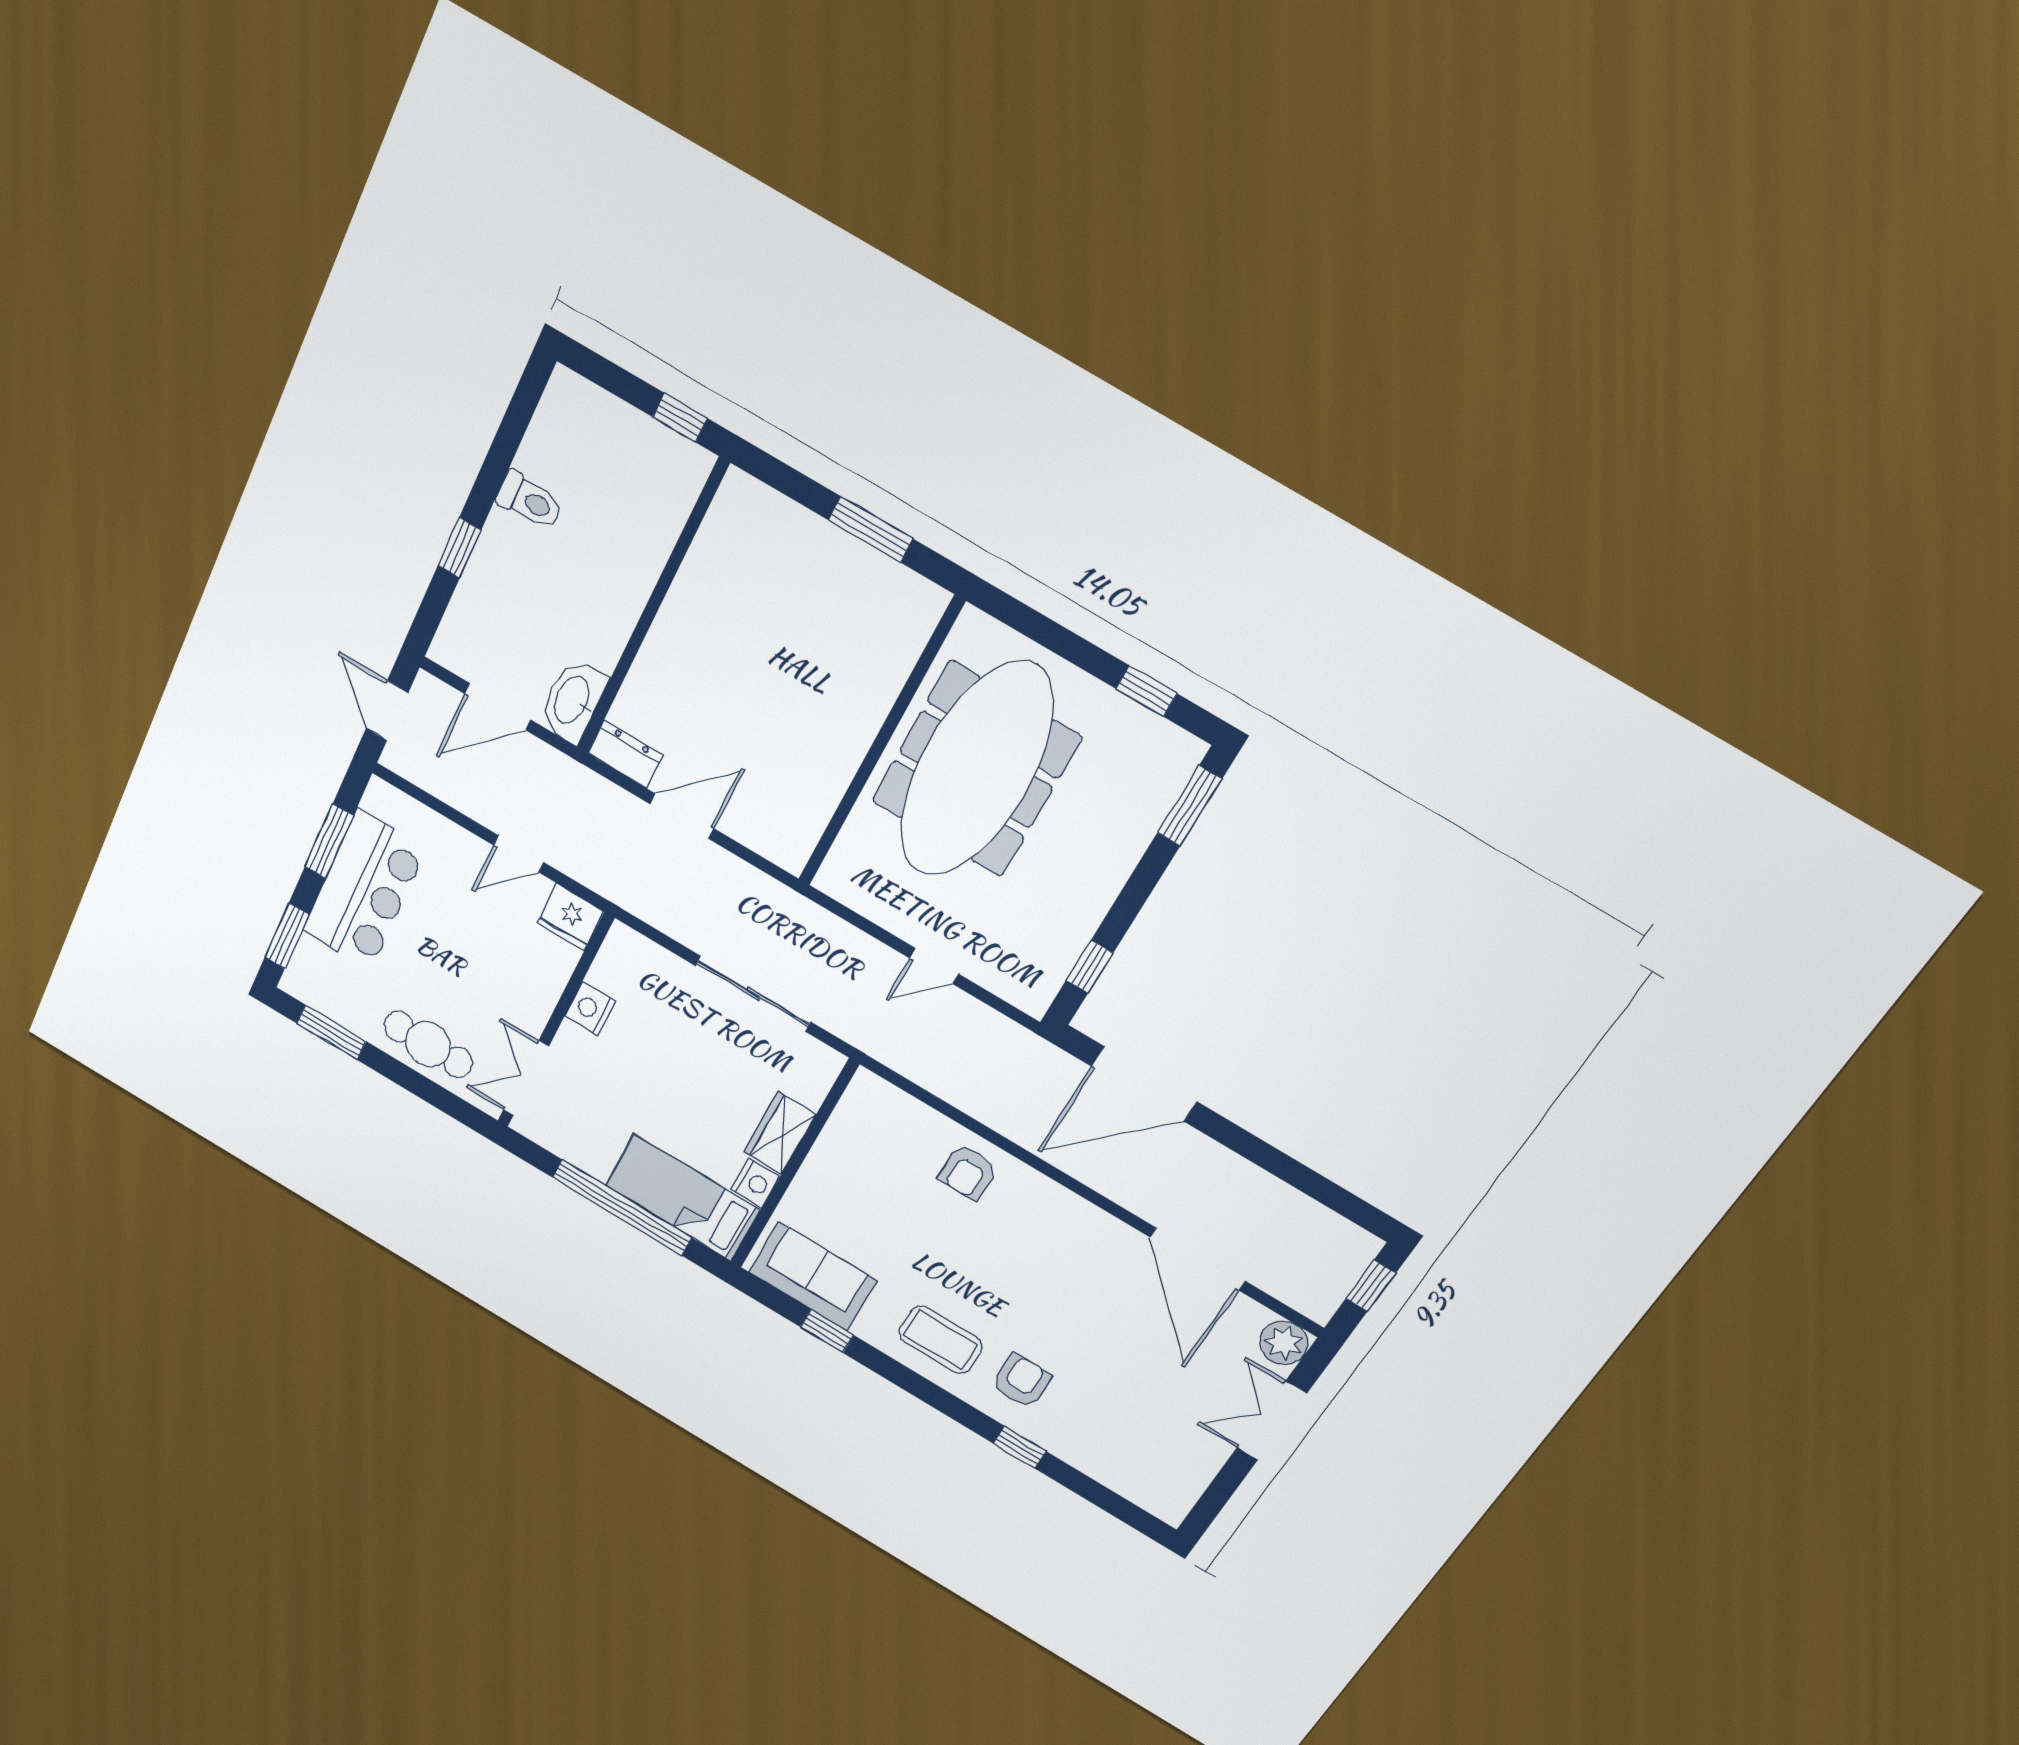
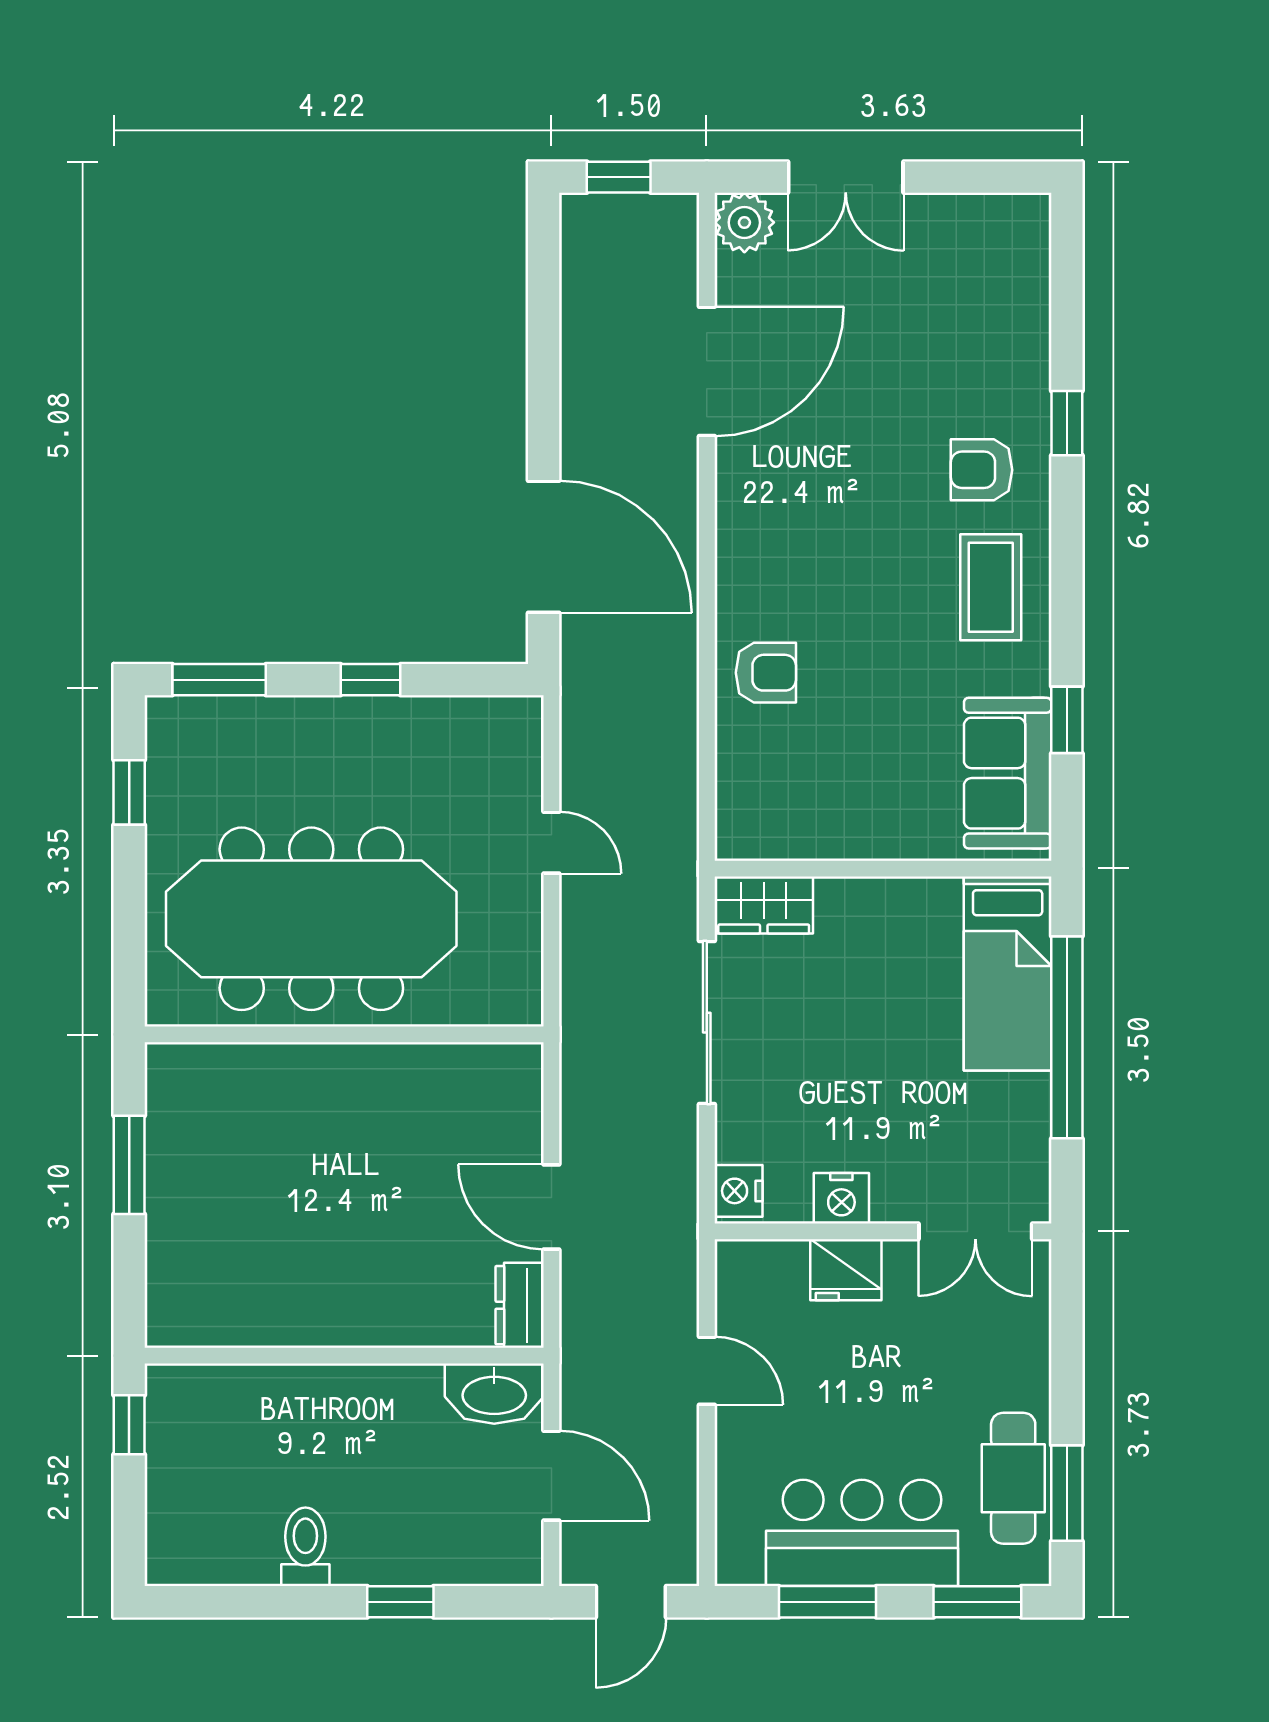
fridge: (571, 917) -> (846, 1270), moved, turned 90
window: (1090, 967) -> (371, 680), moved
cafe table: (428, 1044) -> (1013, 1478), moved
wardrobe: (780, 1133) -> (764, 905), moved
nightstand: (755, 1183) -> (738, 1191), moved, turned -90

